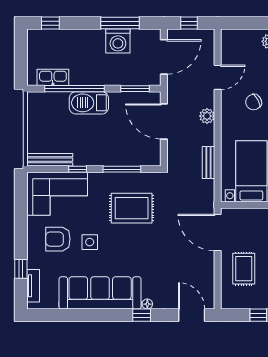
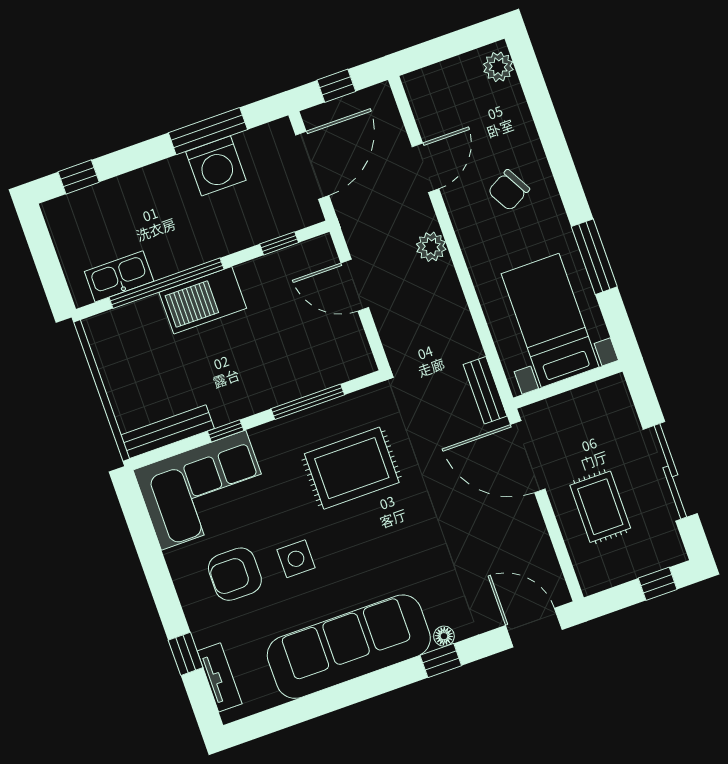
window: (135, 89) -> (279, 243), width x0.67
door: (164, 121) -> (355, 285), width x0.73
bench: (209, 163) -> (485, 390), moved

